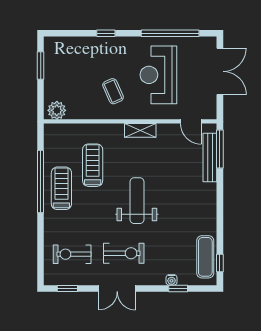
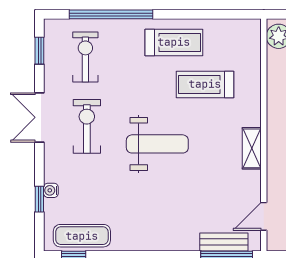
bench: (210, 158) -> (224, 242), width x0.73
treadmill: (93, 165) -> (205, 84), turned 180
window: (41, 182) -> (111, 14), moved
exercise bike: (124, 253) -> (87, 126), turned 180

